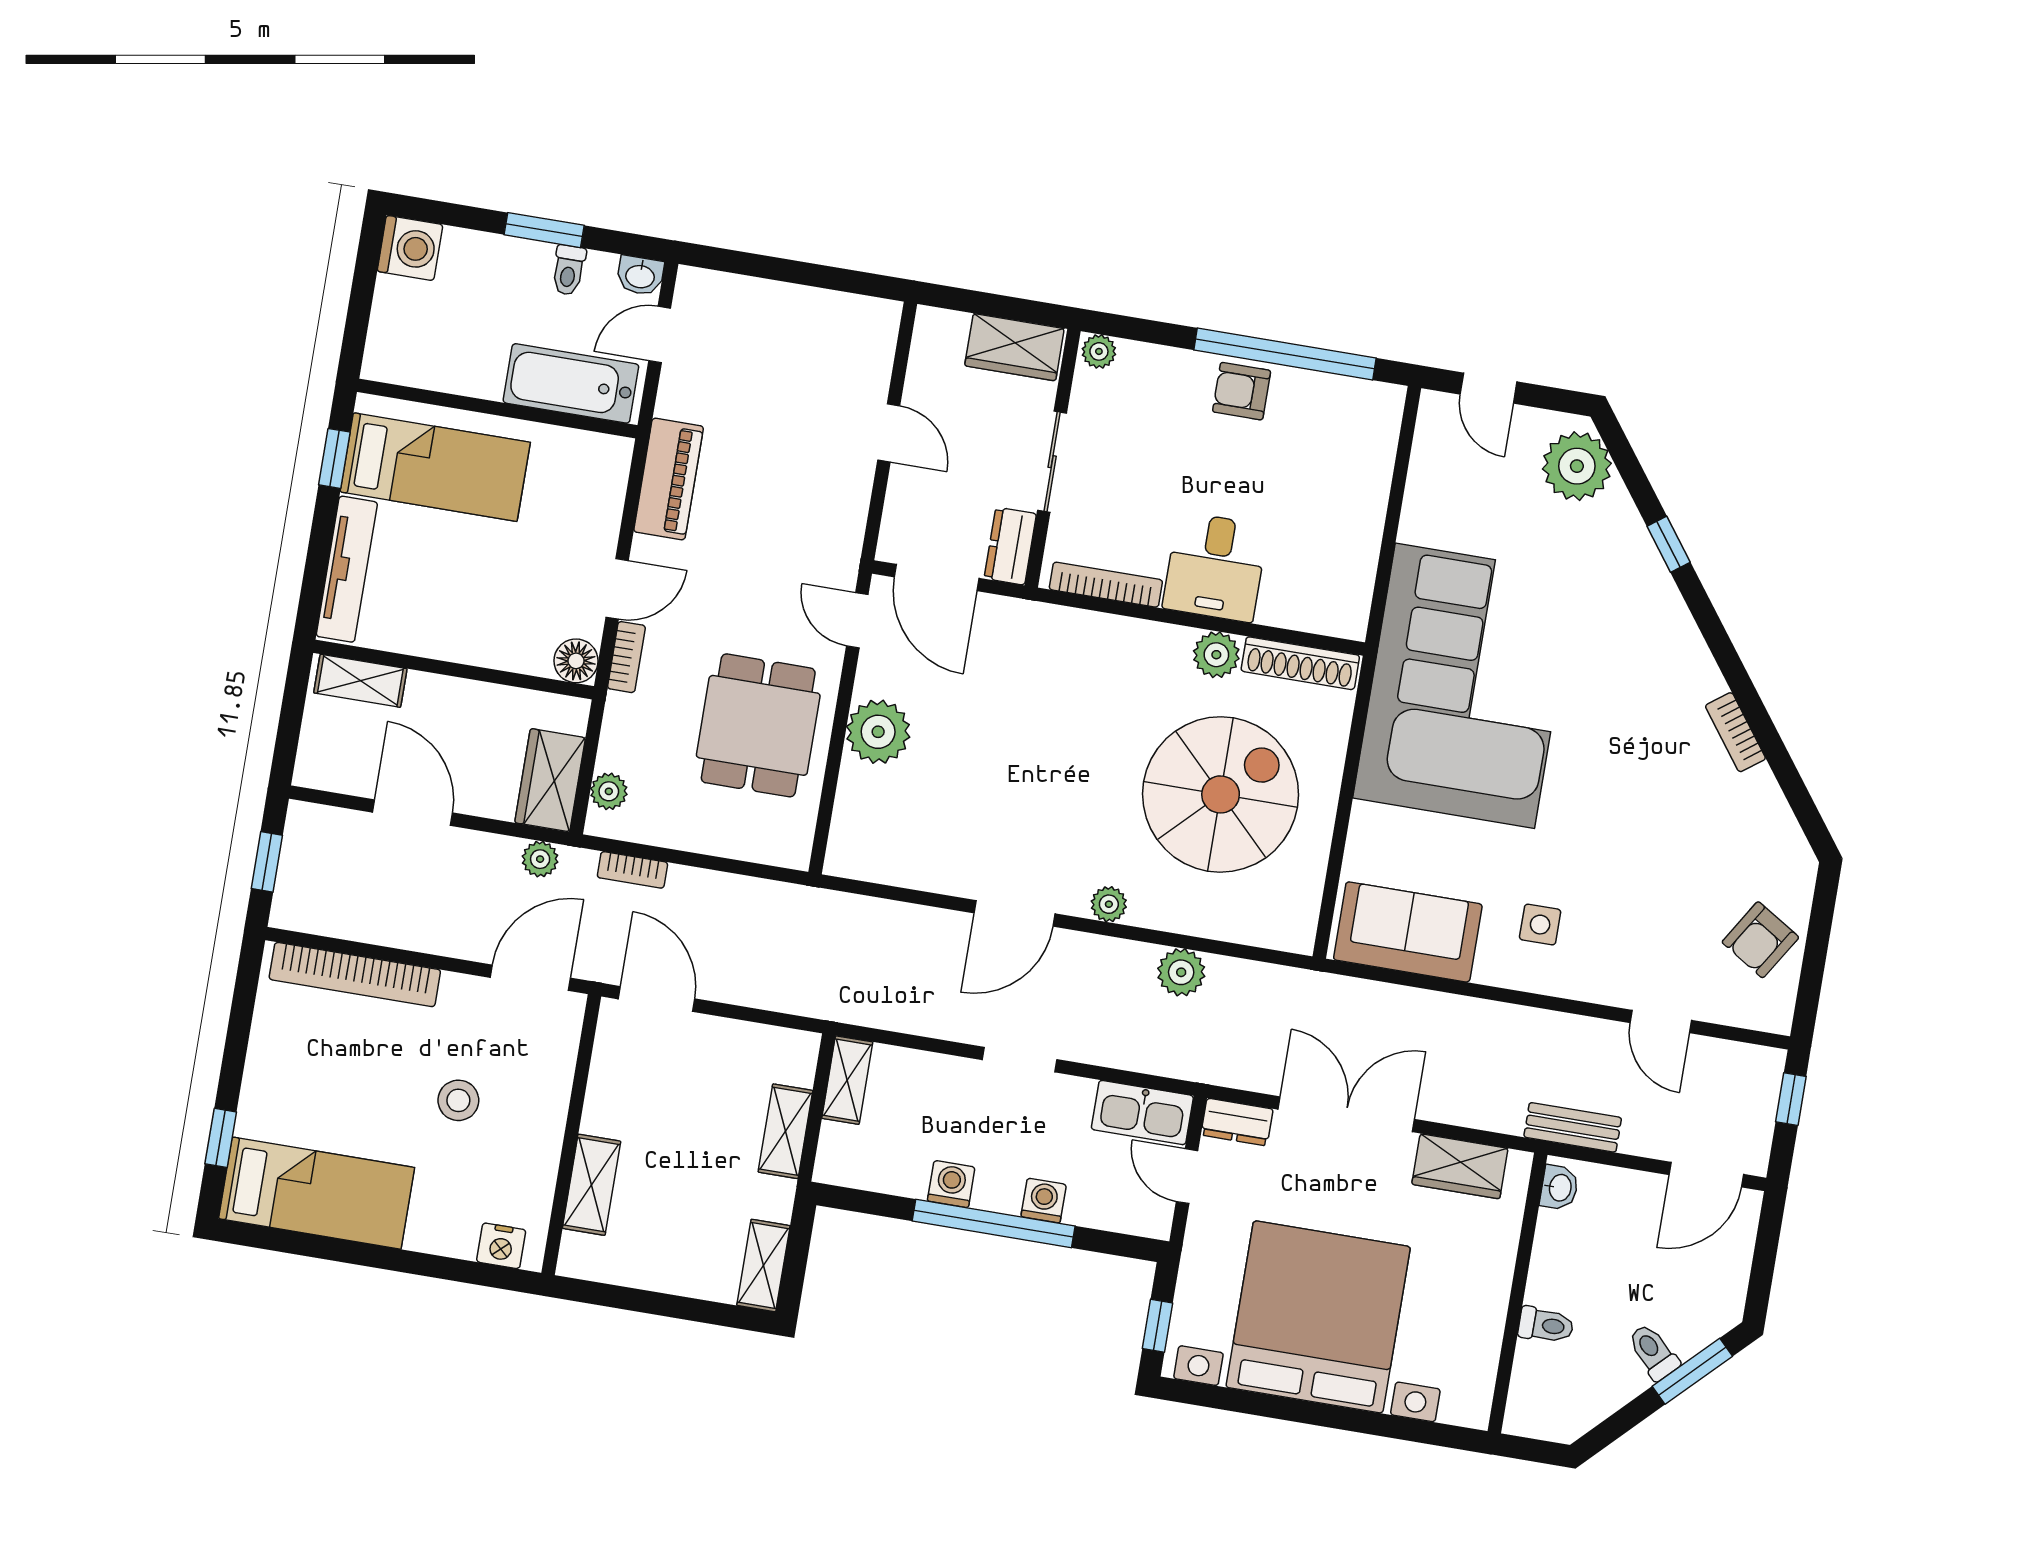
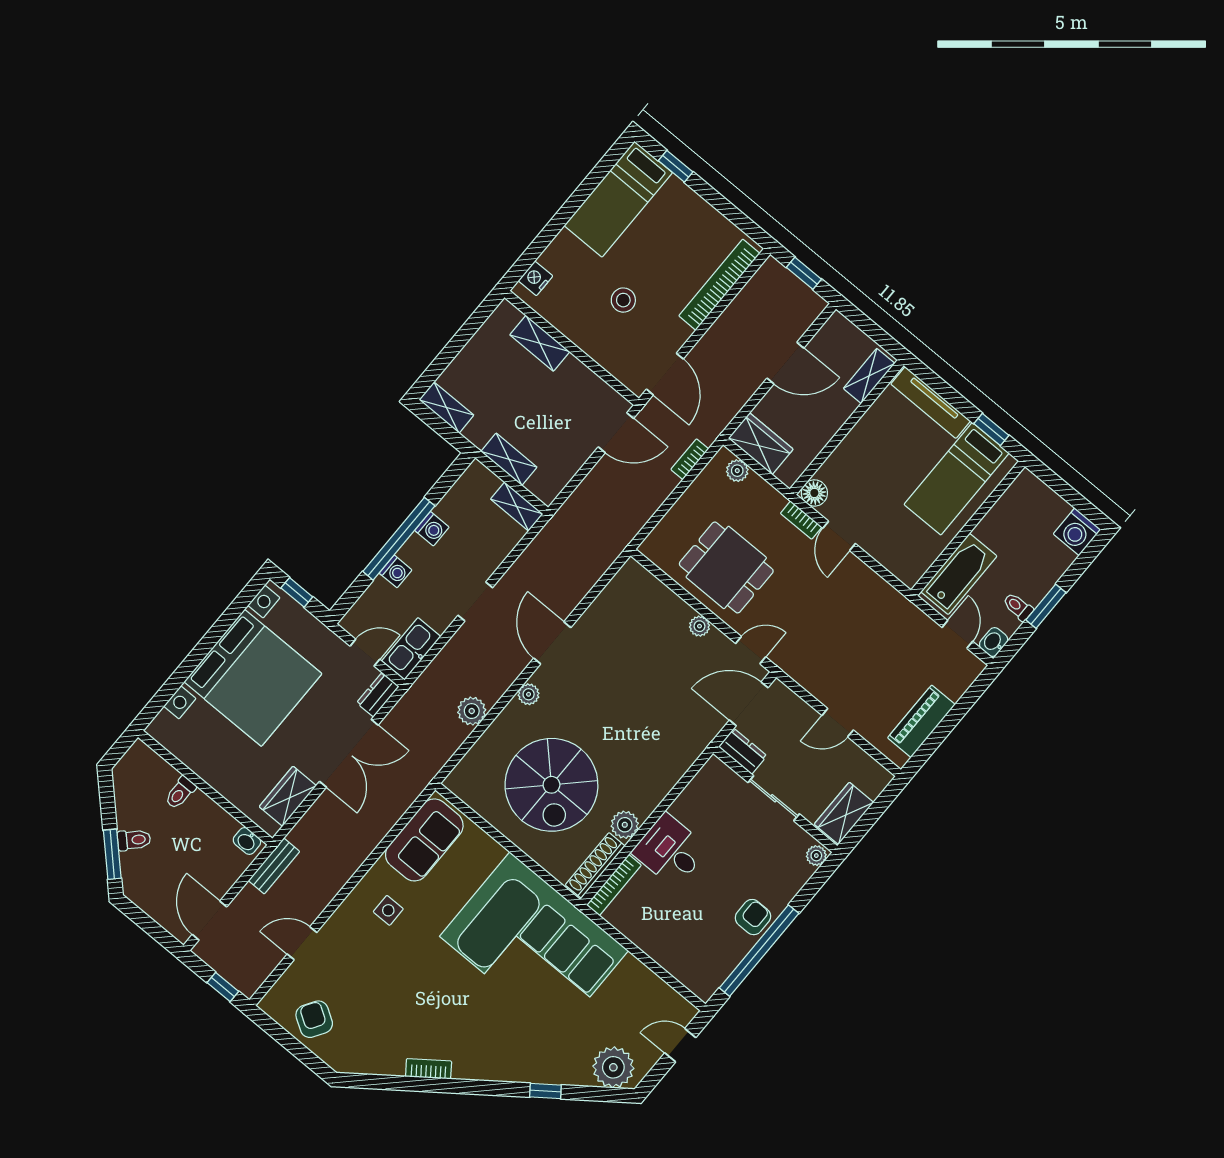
piano: (669, 479) -> (921, 721), moved, turned 90
bookcase: (1106, 585) -> (614, 885), moved
plant: (878, 732) -> (700, 626), width x0.53, depth x0.53
plant: (540, 859) -> (723, 415), removed

